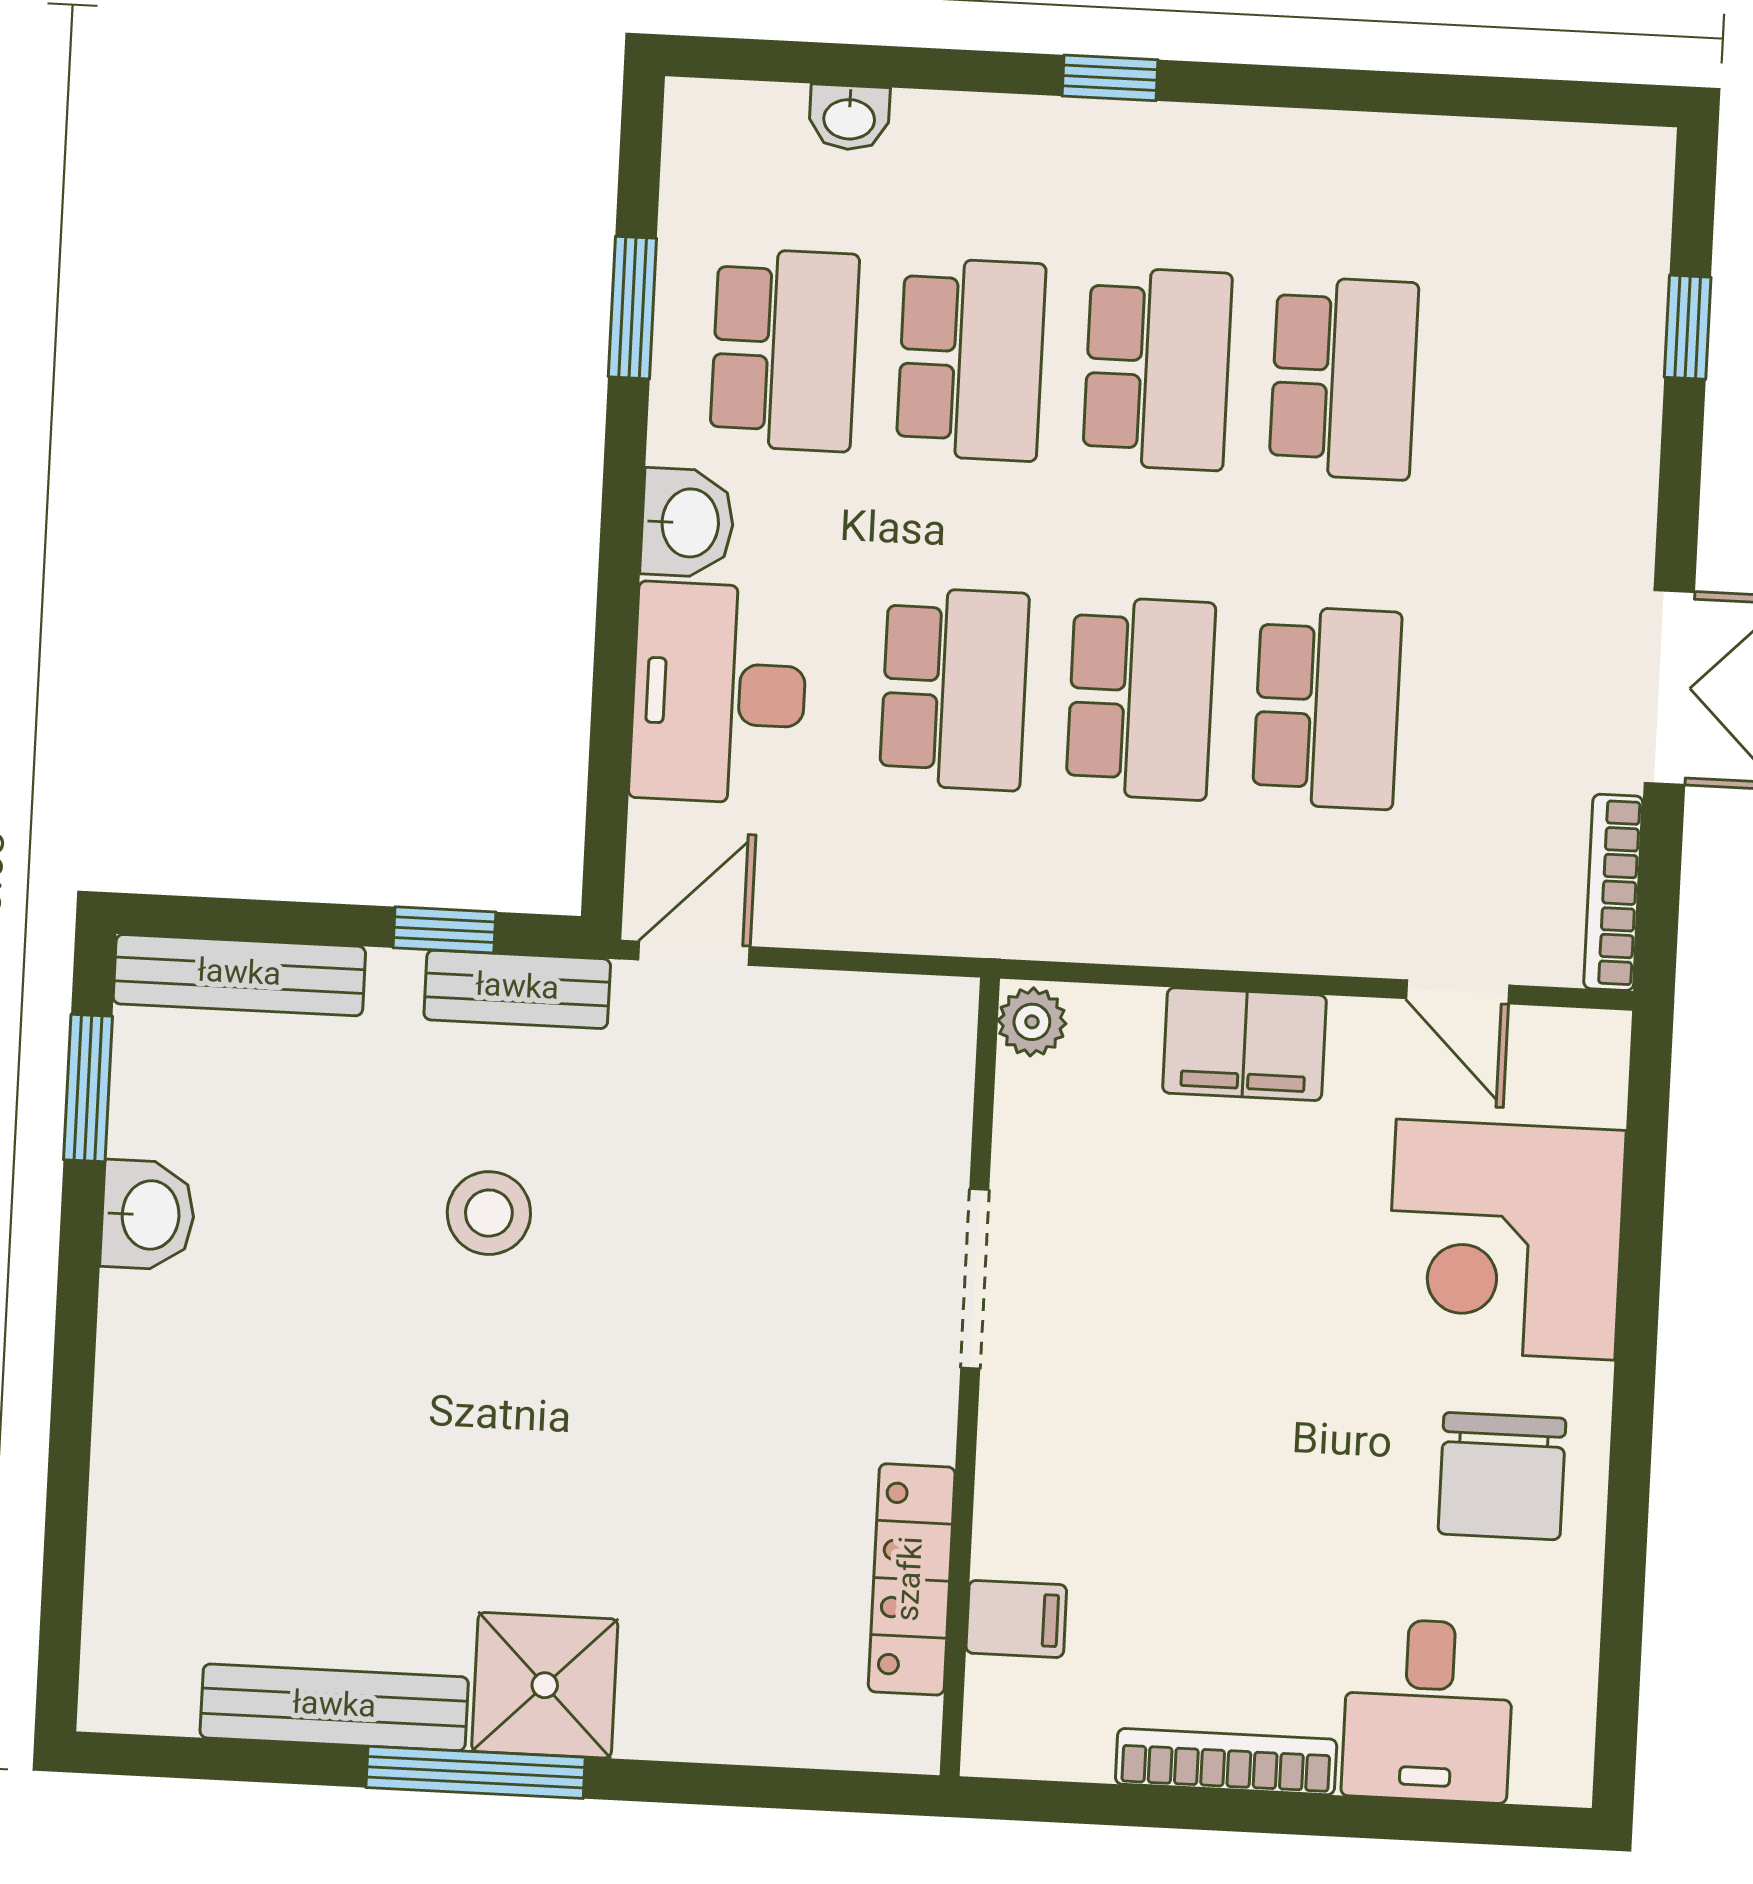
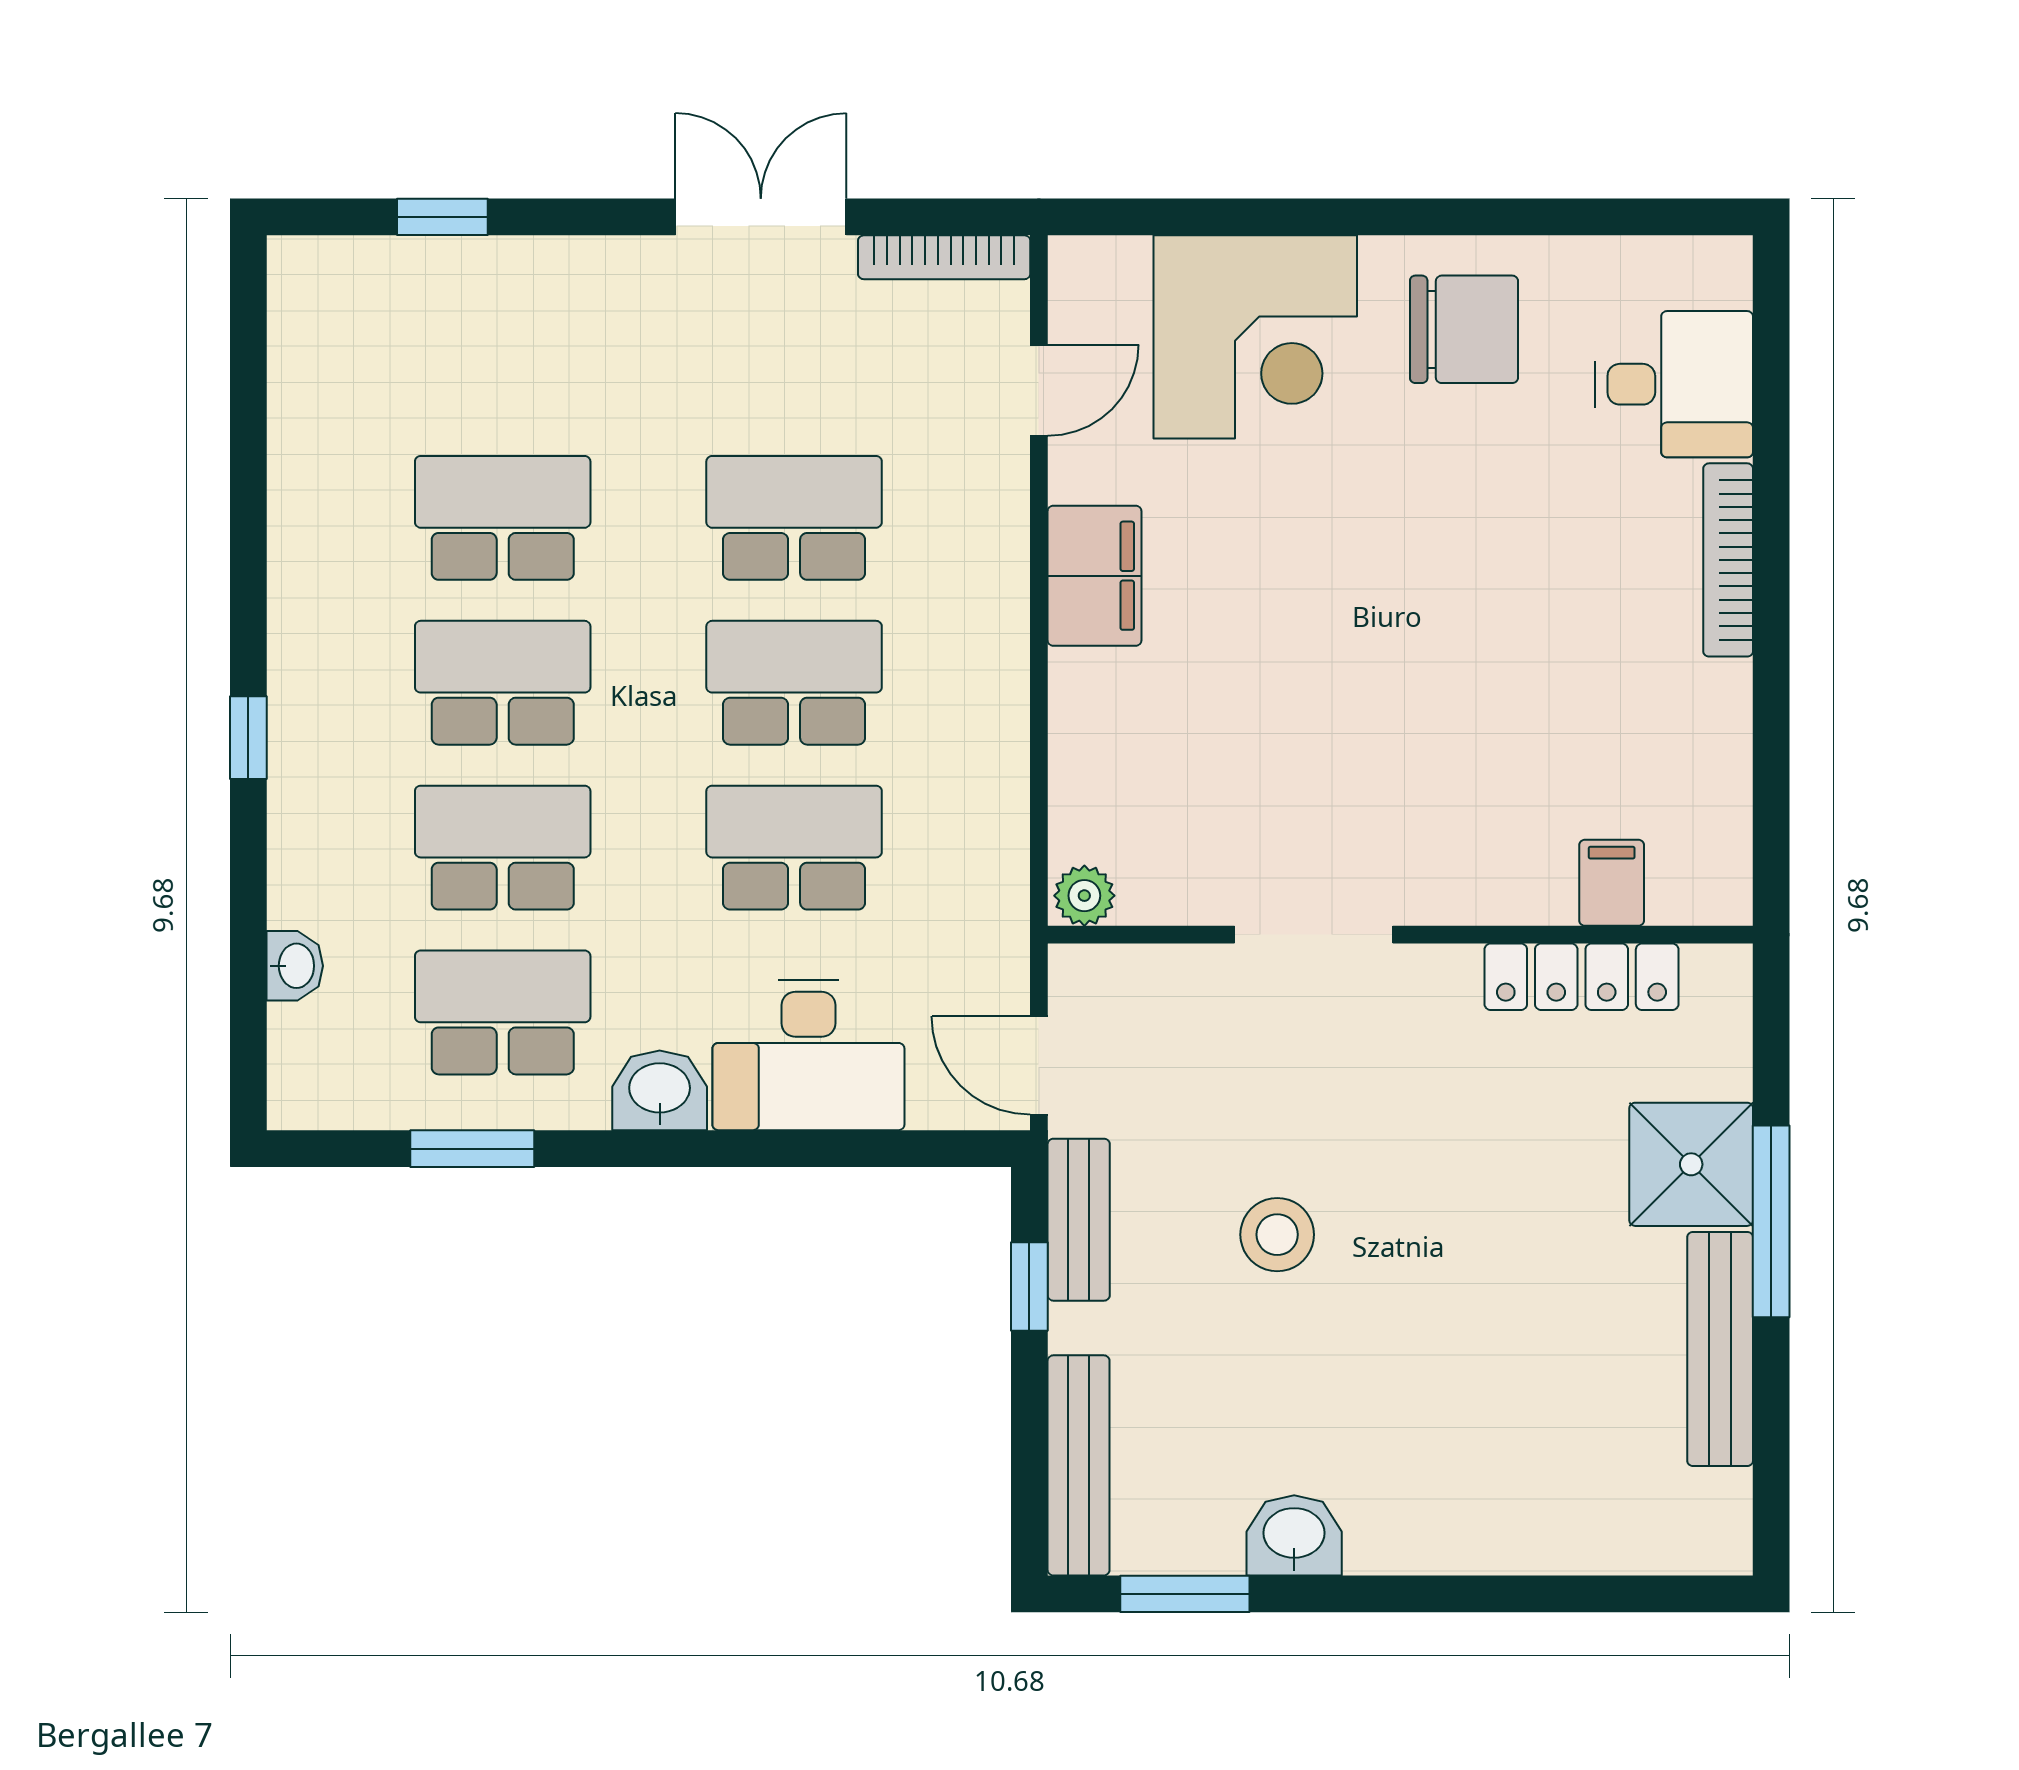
plant: (1032, 1022) -> (1084, 896), moved
doorway: (975, 1279) -> (1314, 935), moved
wall: (970, 1377) -> (1400, 935), moved
locker: (912, 1579) -> (1581, 977), moved
filing cabinet: (1016, 1619) -> (1612, 883), moved

